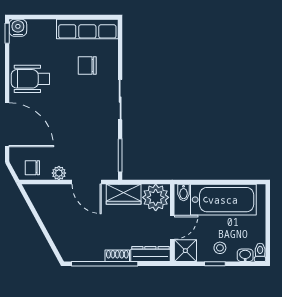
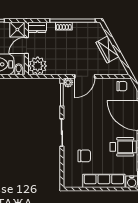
row of seats: (87, 29) -> (104, 181), moved
plant: (59, 173) -> (68, 82), moved
door: (87, 182) -> (85, 76), swing flipped
wardrobe: (124, 194) -> (107, 49), moved, turned -119
dresser: (150, 254) -> (37, 27), width x0.70

